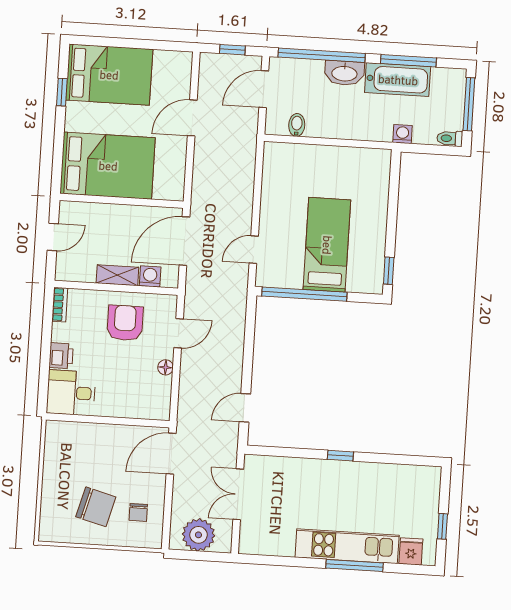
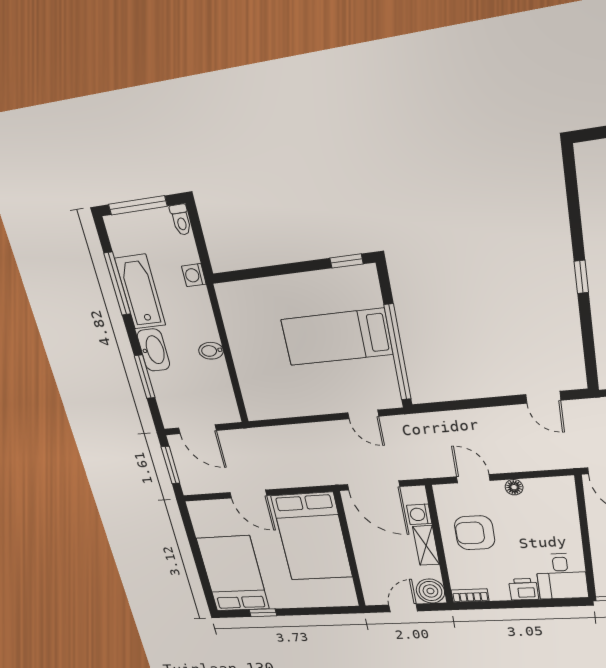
window: (232, 50) -> (171, 465), width x1.50
window: (322, 55) -> (145, 377), width x0.47
bidet: (297, 125) -> (211, 351), moved
bed: (108, 166) -> (312, 537), moved, turned 180
door: (53, 237) -> (403, 608), hinge flipped
boiler: (69, 268) -> (430, 591), added

